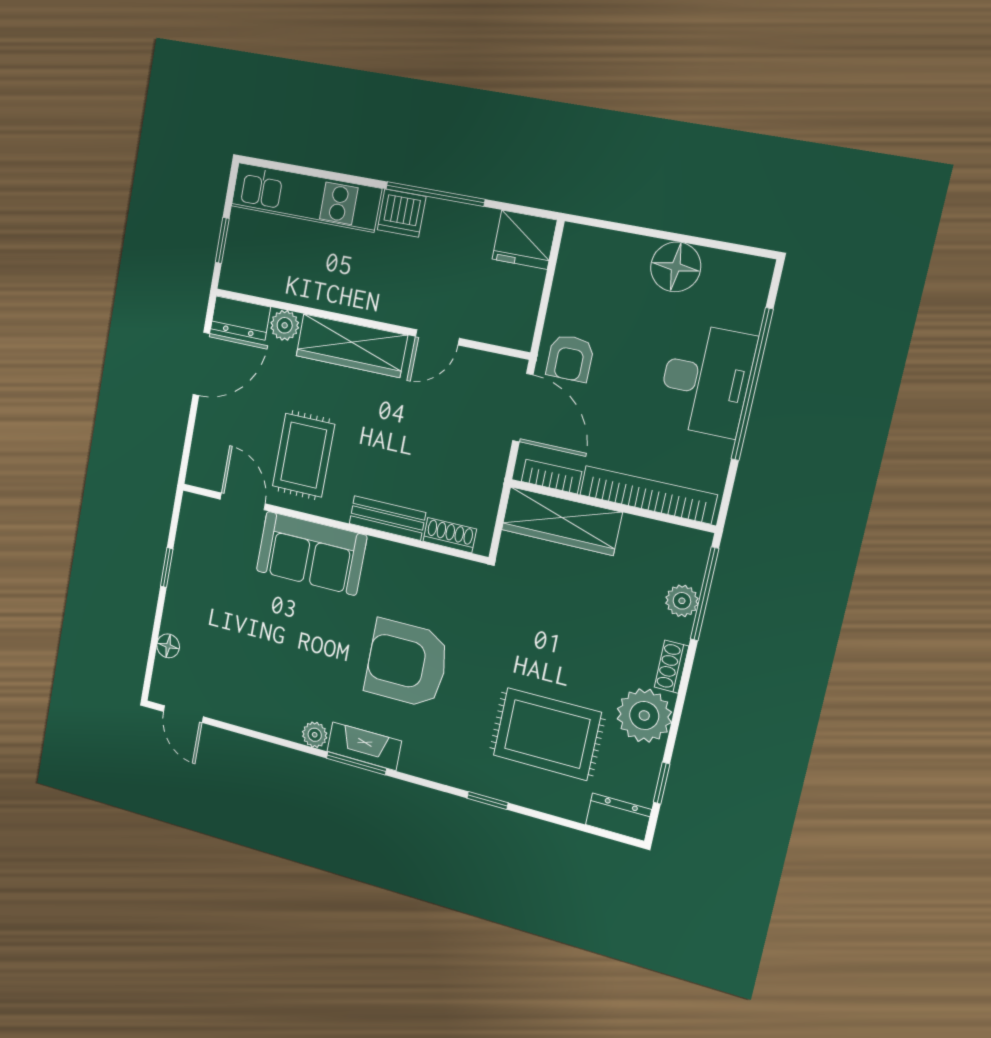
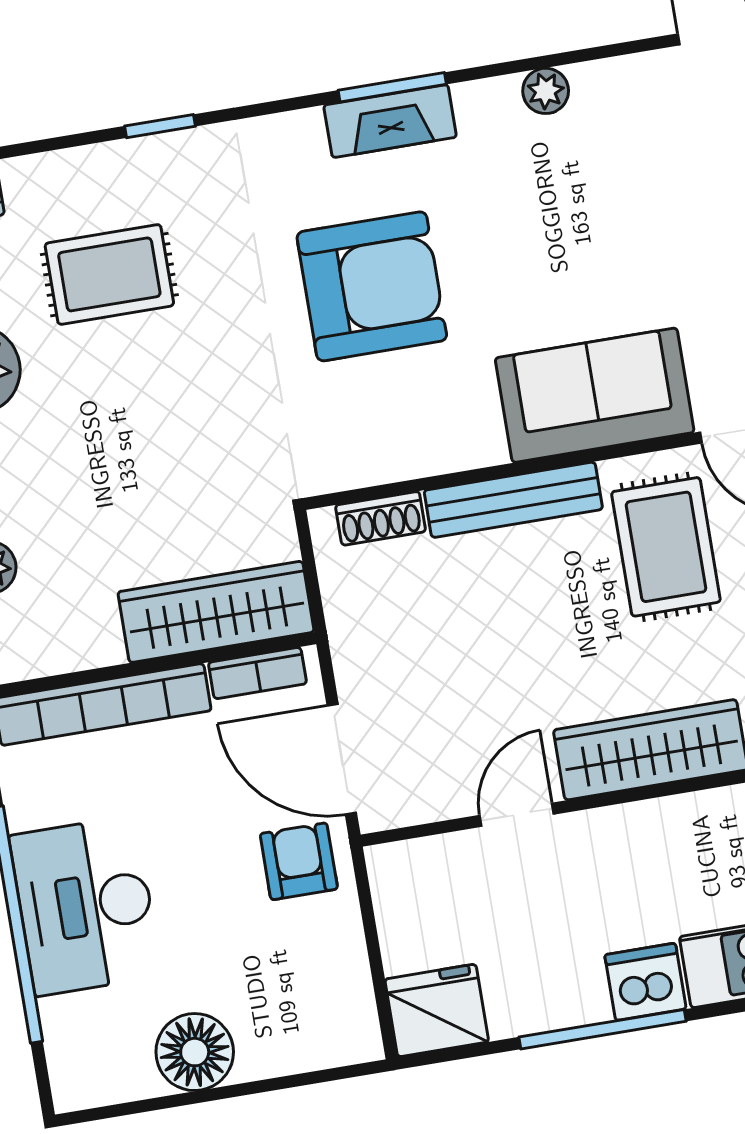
bench: (387, 518) -> (513, 500), width x1.36
rug: (547, 734) -> (109, 274), width x0.73, depth x0.70
plant: (315, 735) -> (546, 91), moved

